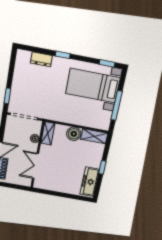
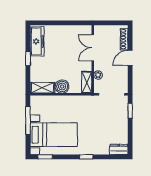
dresser: (41, 59) -> (119, 149), moved
double door: (36, 166) -> (93, 48), swing flipped

